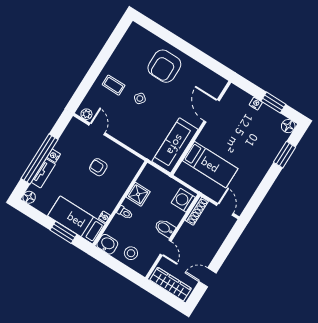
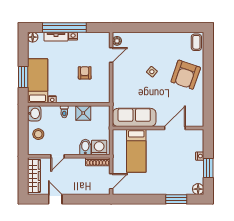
armchair: (164, 66) -> (186, 75), turned -71
coffee table: (114, 85) -> (196, 42), moved
bidet: (165, 228) -> (85, 147), moved

